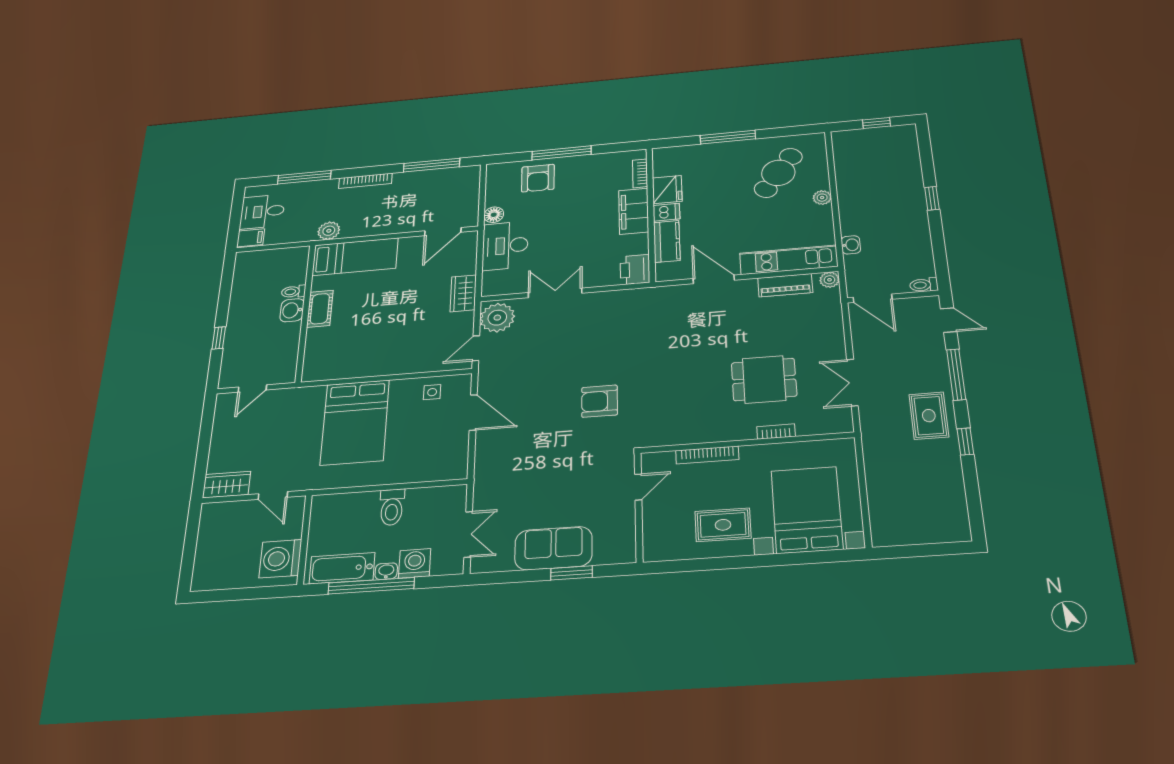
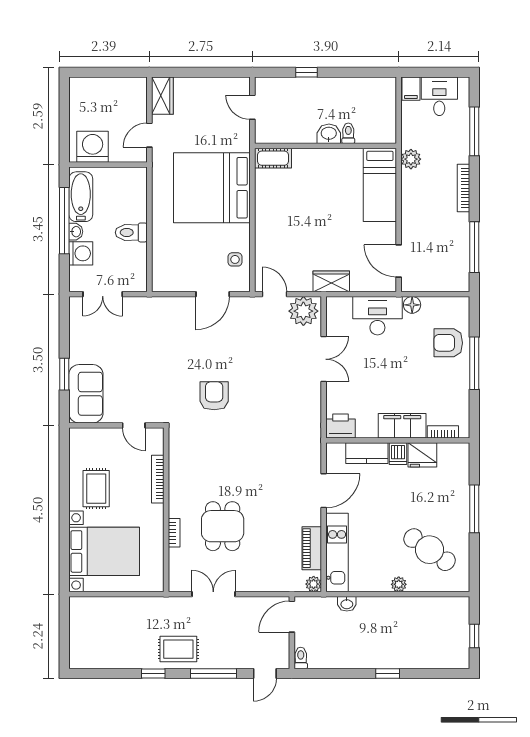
cot: (320, 309) -> (273, 158), moved
bed: (355, 422) -> (212, 188), width x1.36
sofa: (553, 548) -> (86, 394), moved

